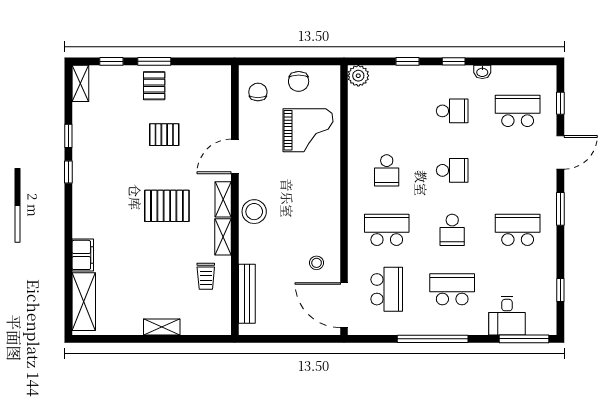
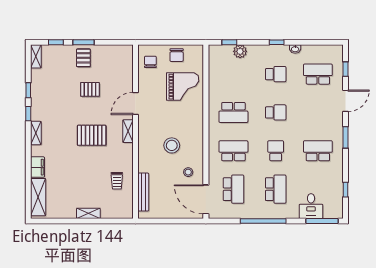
window: (408, 61) -> (229, 42), moved
plant: (358, 76) -> (240, 51), moved
school desk: (387, 170) -> (233, 112), width x1.85
stool: (254, 212) -> (172, 145), moved
school desk: (452, 230) -> (276, 151), turned 180
shelving: (223, 237) -> (36, 133), moved
school desk: (452, 289) -> (276, 189), turned 90

